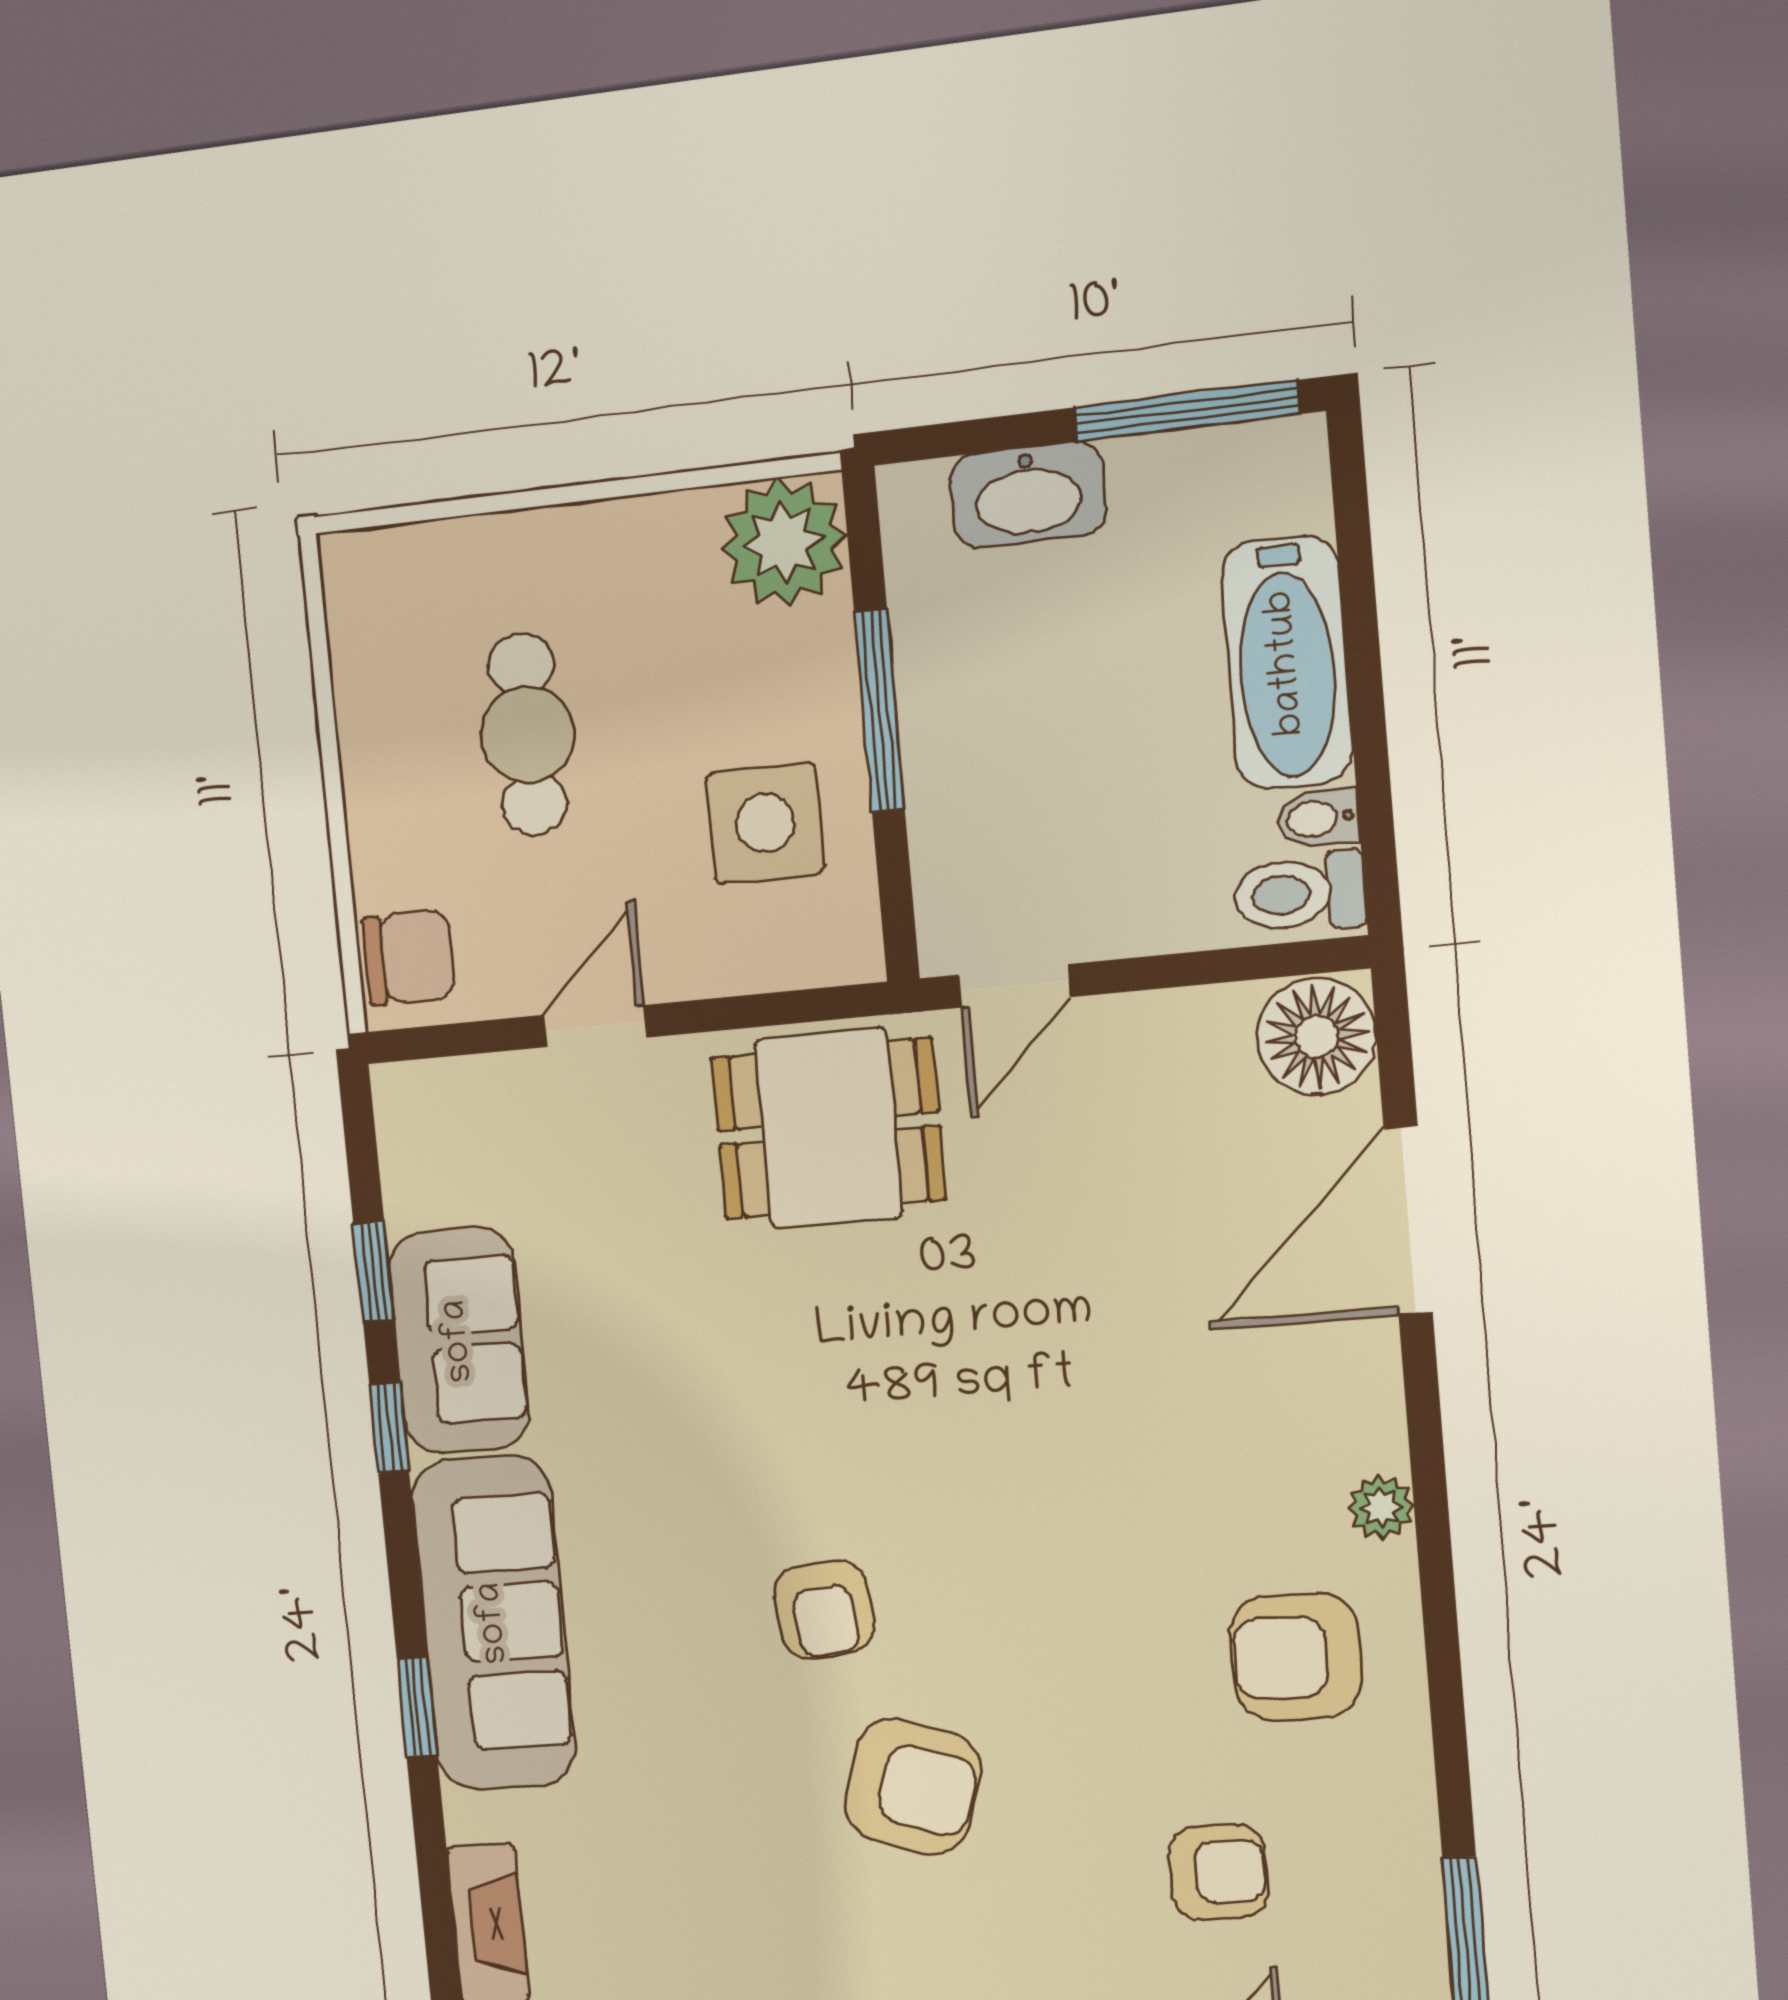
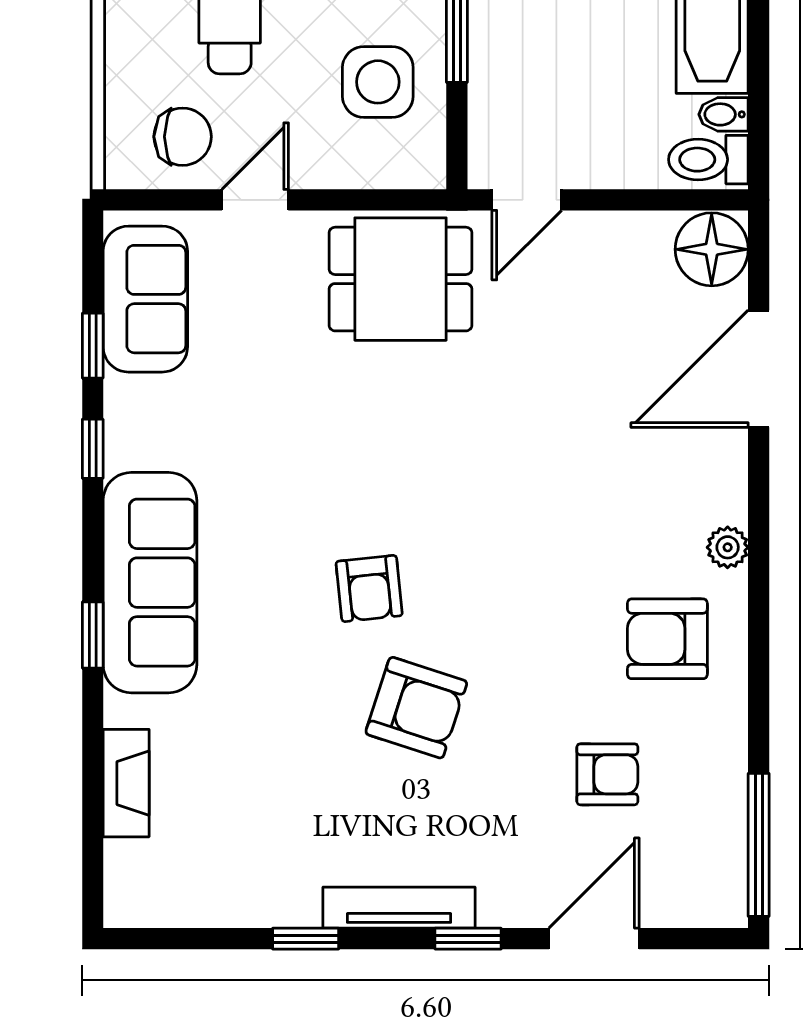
chair: (409, 957) -> (183, 137), moved
sofa: (459, 1341) -> (145, 299), moved

